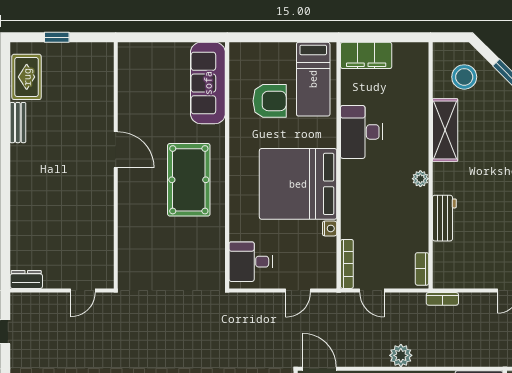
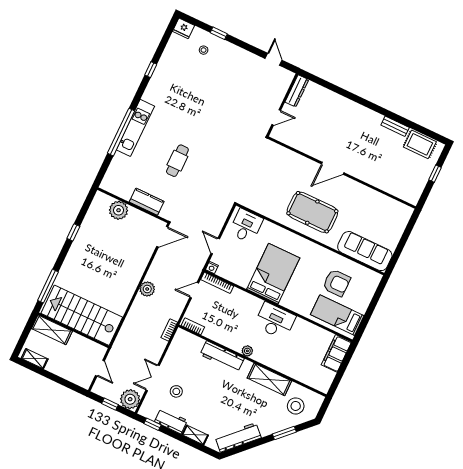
armchair: (270, 101) -> (337, 283), turned -90
desk: (361, 132) -> (275, 321), moved
door: (116, 150) -> (333, 168), moved
bed: (298, 184) -> (273, 274), width x0.73
workbench: (444, 218) -> (222, 356), width x1.38
nightstand: (330, 228) -> (212, 268), moved
dresser: (26, 280) -> (297, 91), width x1.44
door: (83, 291) -> (276, 117), swing flipped

